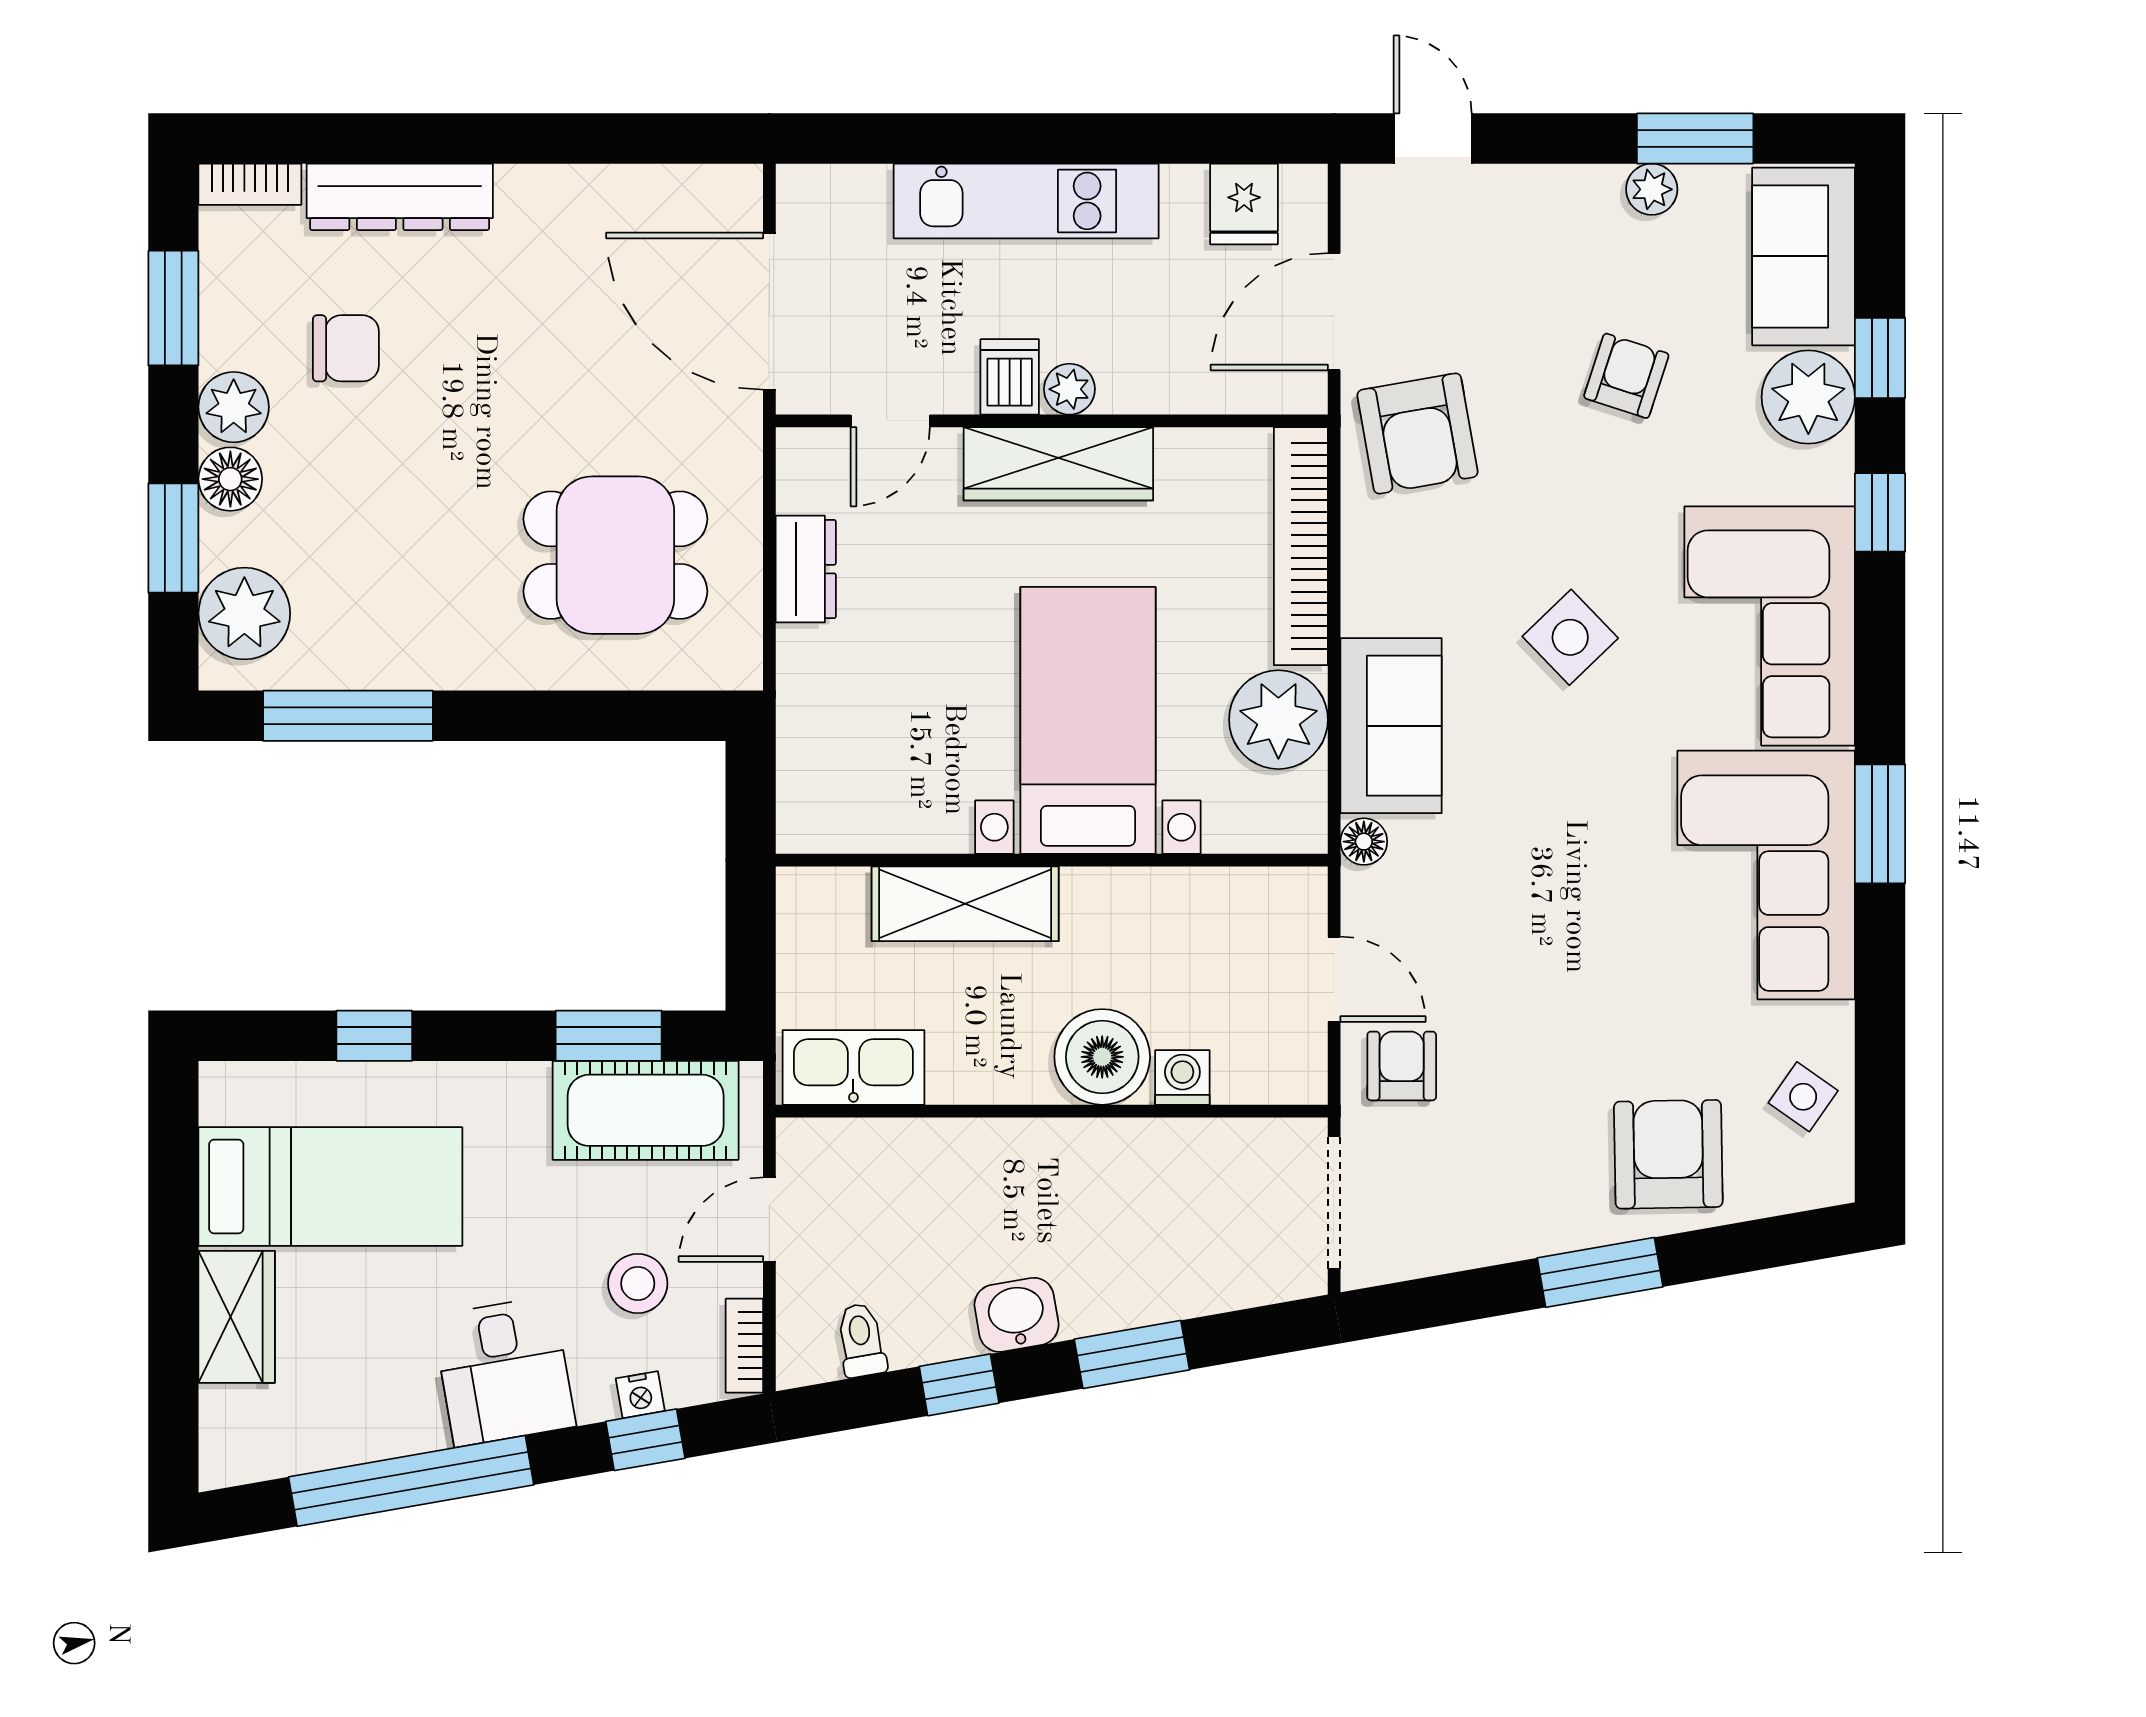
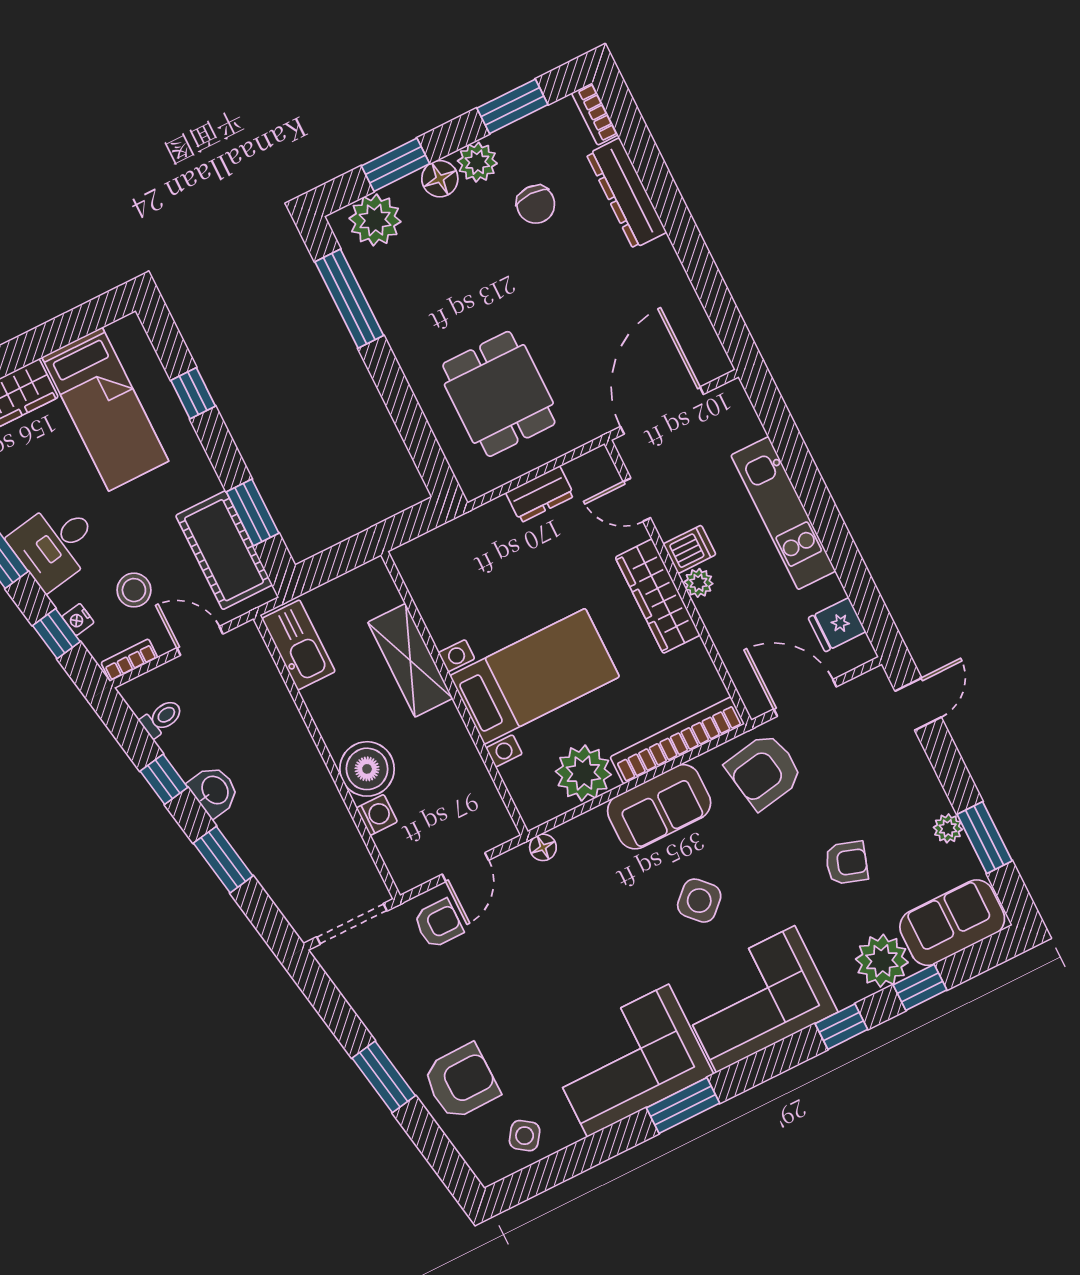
sofa: (1391, 726) -> (659, 807), moved

